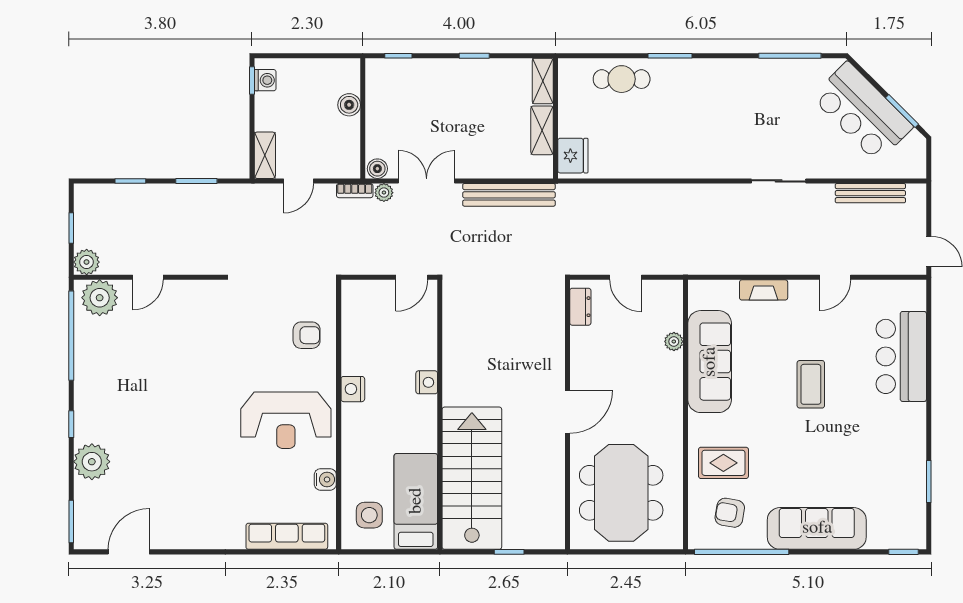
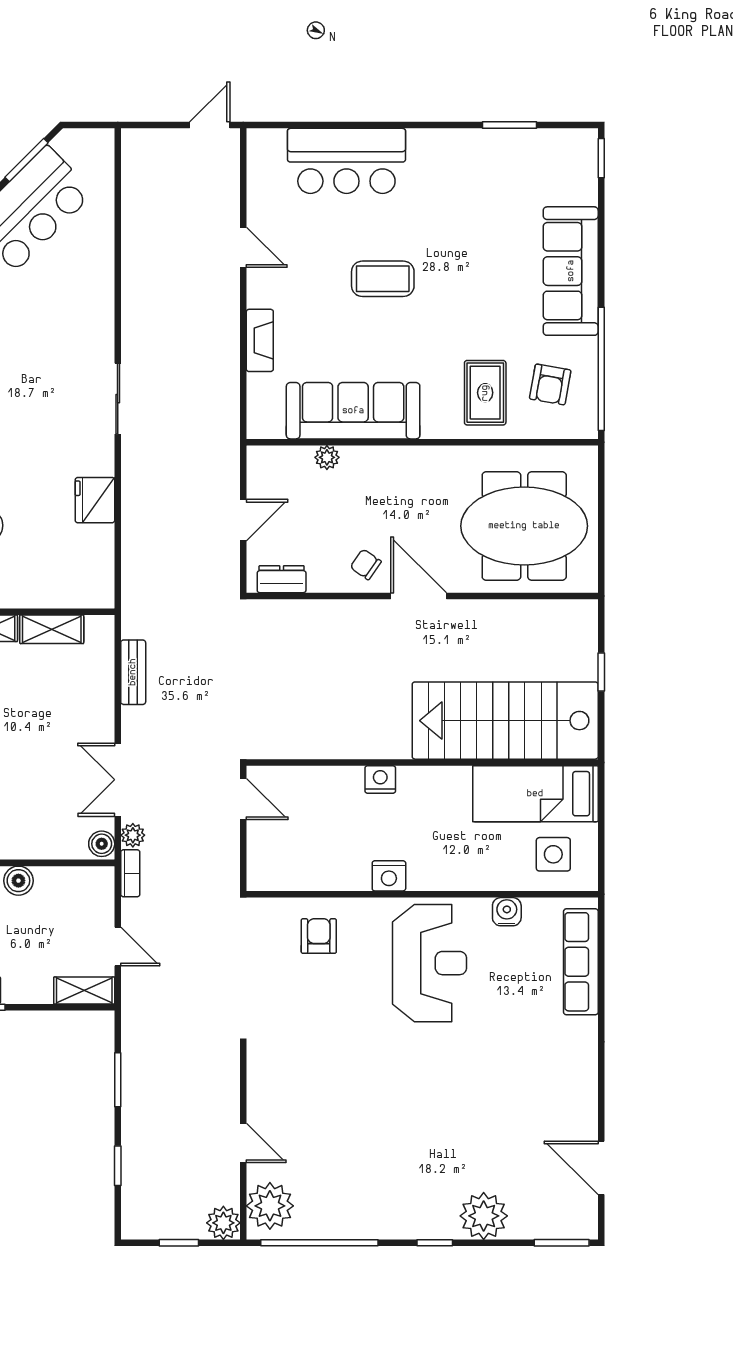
fridge: (573, 156) -> (95, 500), moved, turned -90
sliding door: (779, 181) -> (118, 399), moved
bench: (870, 193) -> (134, 201), removed
bench: (509, 195) -> (133, 672), width x0.54, depth x0.82
chair: (592, 371) -> (366, 564), added

